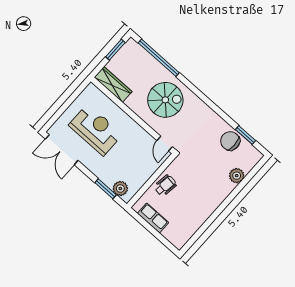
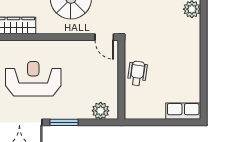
window: (106, 189) -> (64, 122), moved
row of seats: (153, 218) -> (183, 111), moved

